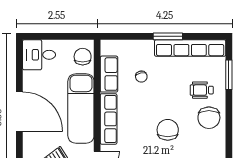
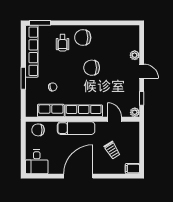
window: (168, 36) -> (23, 78), moved
window: (229, 75) -> (40, 23), moved
exam couch: (81, 109) -> (76, 128), width x0.73, depth x0.69
chair: (209, 118) -> (83, 38), turned 180

